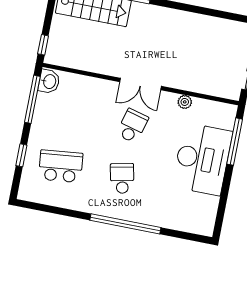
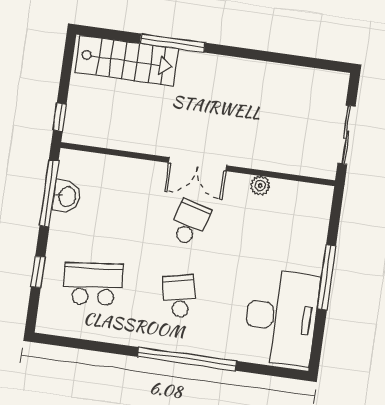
washbasin: (49, 81) -> (67, 196), moved
window: (235, 142) -> (326, 277), moved
desk: (202, 159) -> (281, 317), moved

